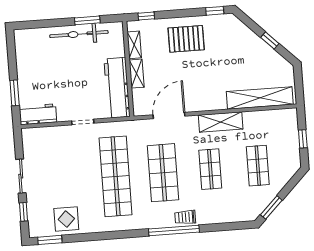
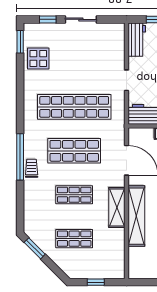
shelving: (260, 98) -> (136, 216), moved

